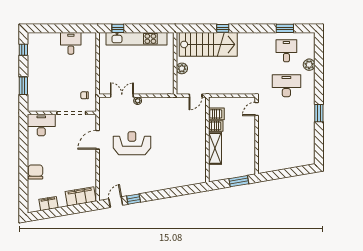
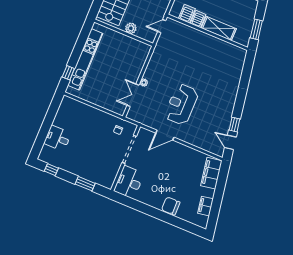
desk: (71, 43) -> (57, 138), moved
door: (196, 96) -> (162, 26), swing flipped
door: (98, 140) -> (165, 135), hinge flipped
window: (239, 181) -> (256, 29), moved

